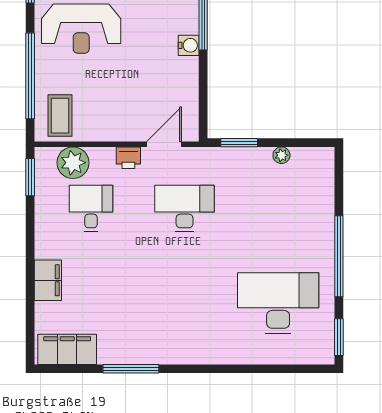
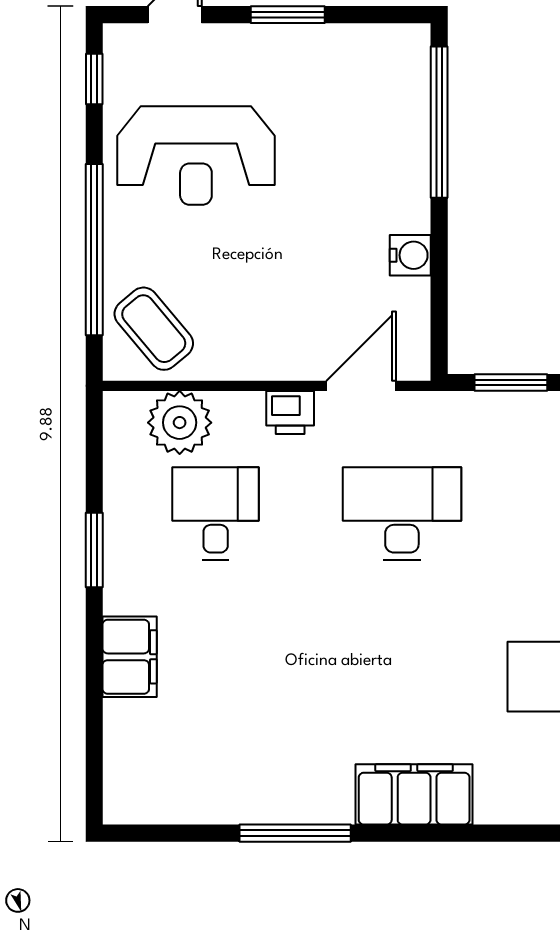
water cooler: (189, 45) -> (410, 255), moved
coffee table: (60, 116) -> (154, 329), turned -40
window: (30, 177) -> (94, 550), moved
filing cabinet: (67, 349) -> (414, 794), moved

